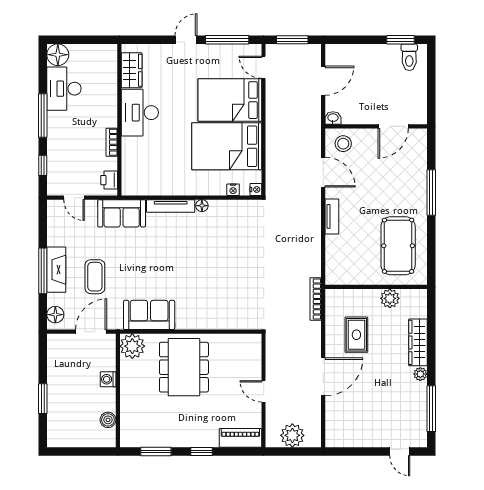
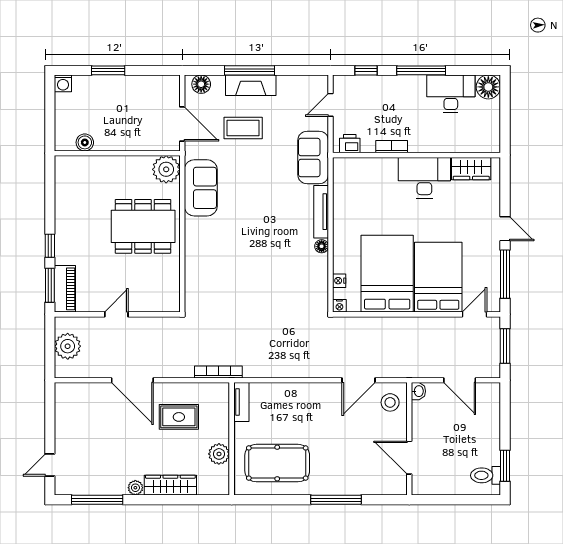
tv unit: (332, 216) -> (241, 402), moved, turned -90
washing machine: (108, 379) -> (63, 83), moved, turned 180
window: (156, 451) -> (50, 285), moved

